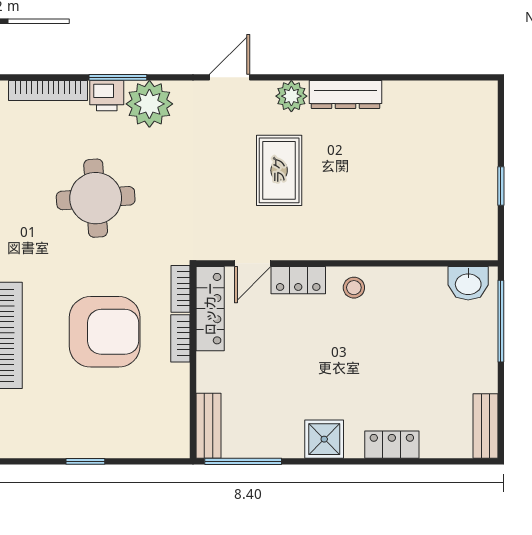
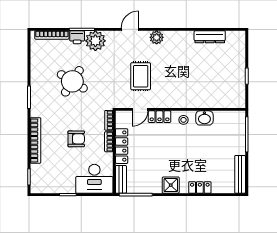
dresser: (346, 95) -> (210, 37), moved
rug: (279, 170) -> (141, 76), moved
round table: (96, 198) -> (72, 81), turned 36
washbasin: (468, 283) -> (204, 118), moved
locker: (210, 309) -> (122, 146), moved
armchair: (105, 332) -> (76, 139), width x0.53, depth x0.53
desk: (147, 425) -> (94, 179), added
bench: (485, 426) -> (240, 174), width x1.36

